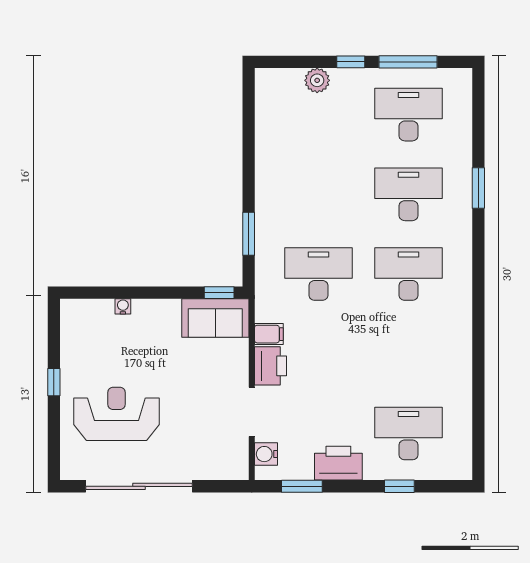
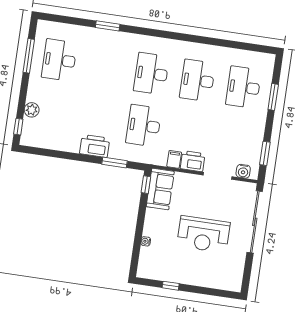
window: (351, 62) -> (18, 127), moved
desk: (409, 194) -> (197, 80), moved
window: (54, 382) -> (171, 286), moved
reception desk: (116, 414) -> (203, 234), moved, turned -90
printer: (338, 463) -> (95, 146), moved, turned 90
sliding door: (139, 486) -> (255, 222), moved
window: (399, 486) -> (273, 97), width x1.50

